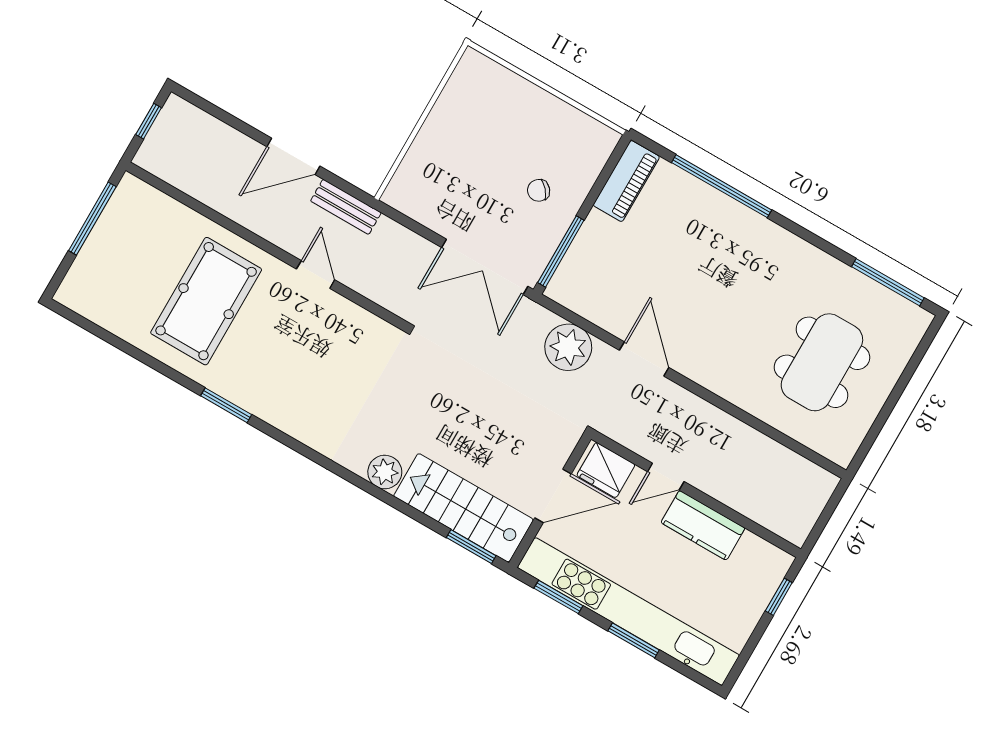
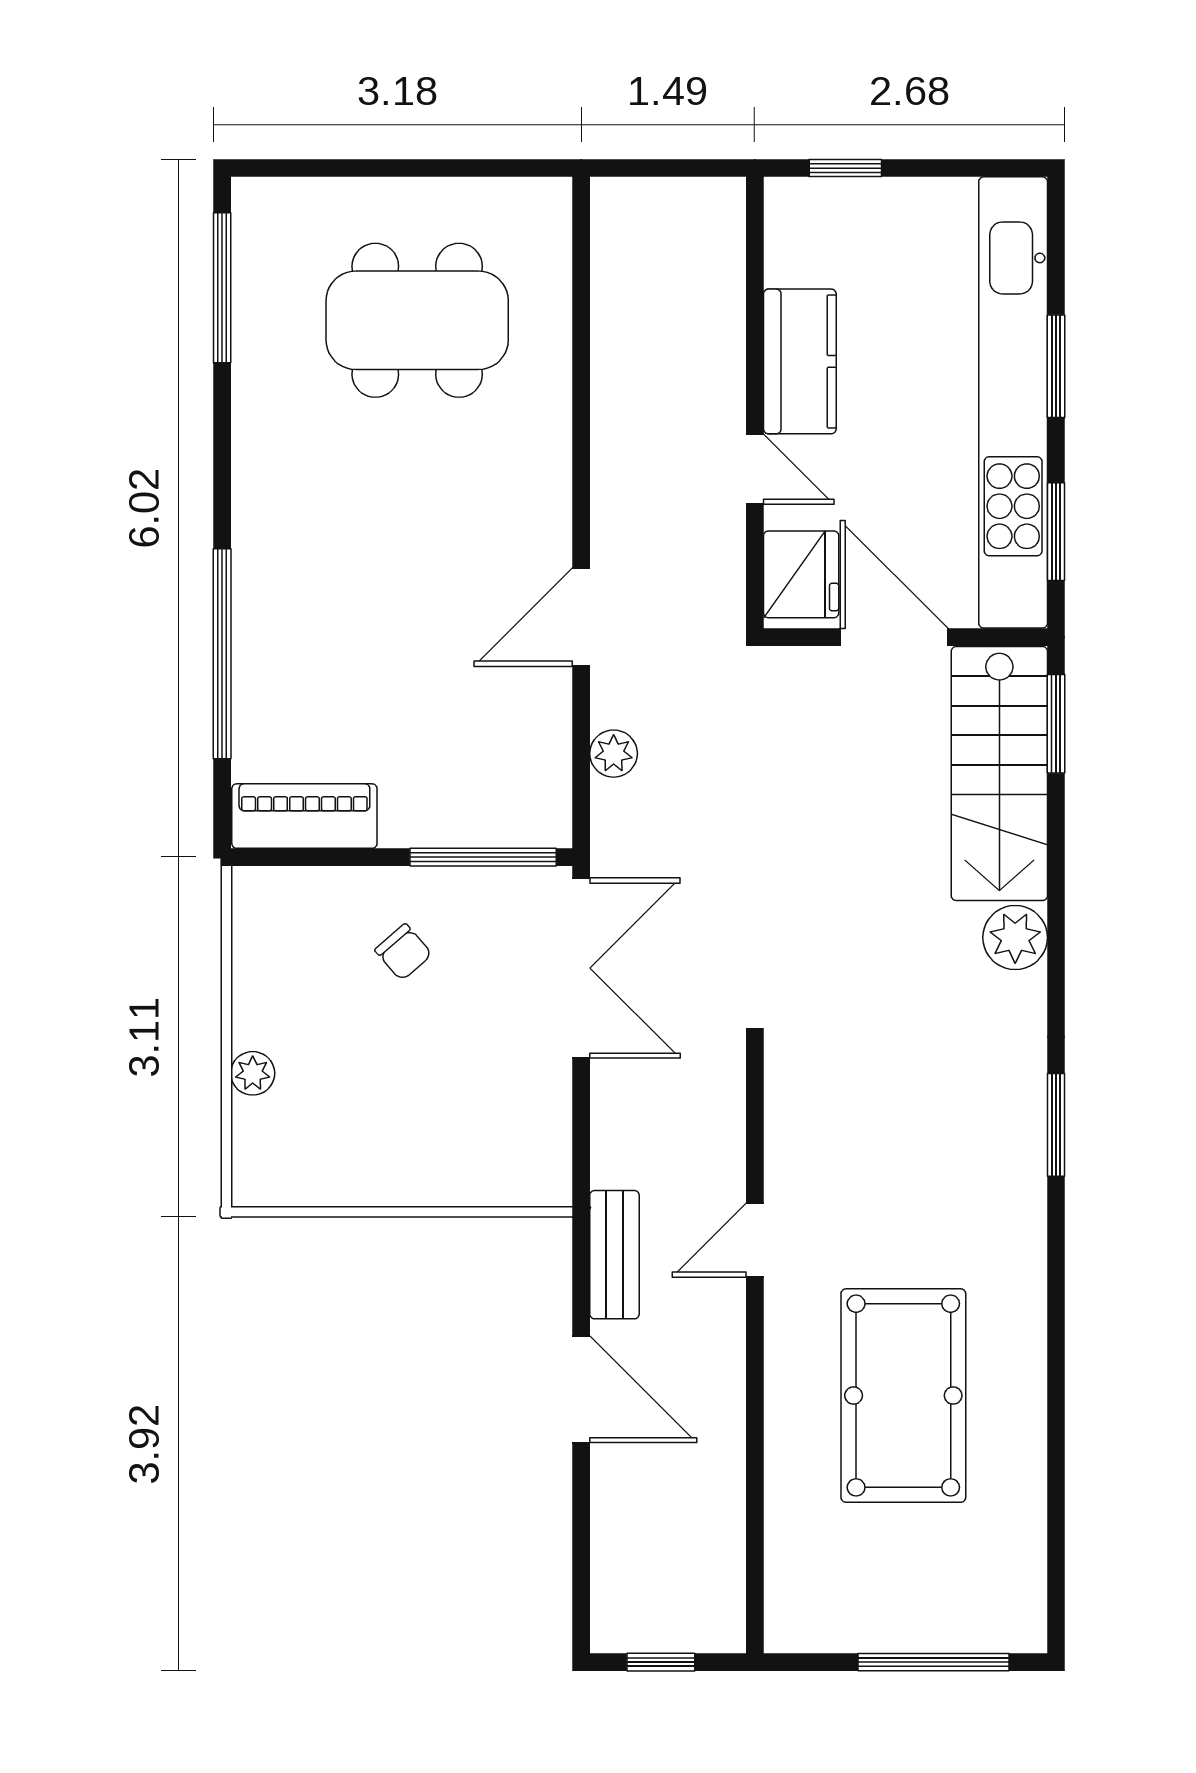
plant: (523, 90) -> (253, 1073), added
window: (92, 219) -> (933, 1662), moved
pool table: (206, 301) -> (903, 1396), turned 90
plant: (568, 347) -> (614, 754), width x0.53, depth x0.53
window: (226, 405) -> (1056, 1125), moved

